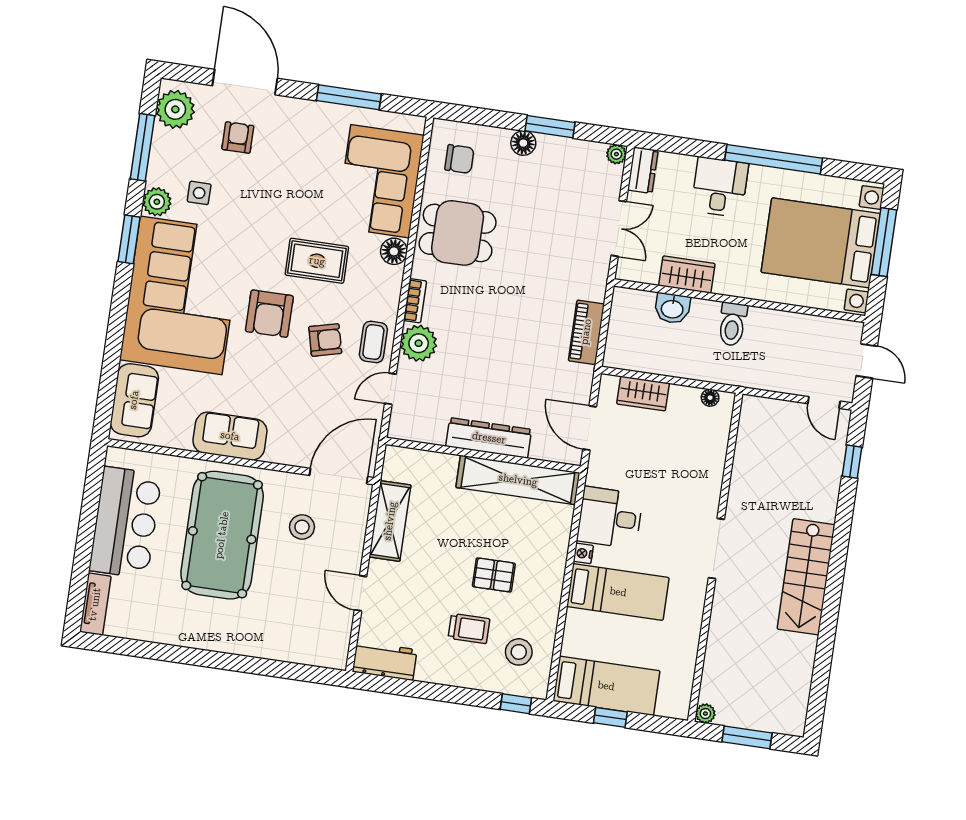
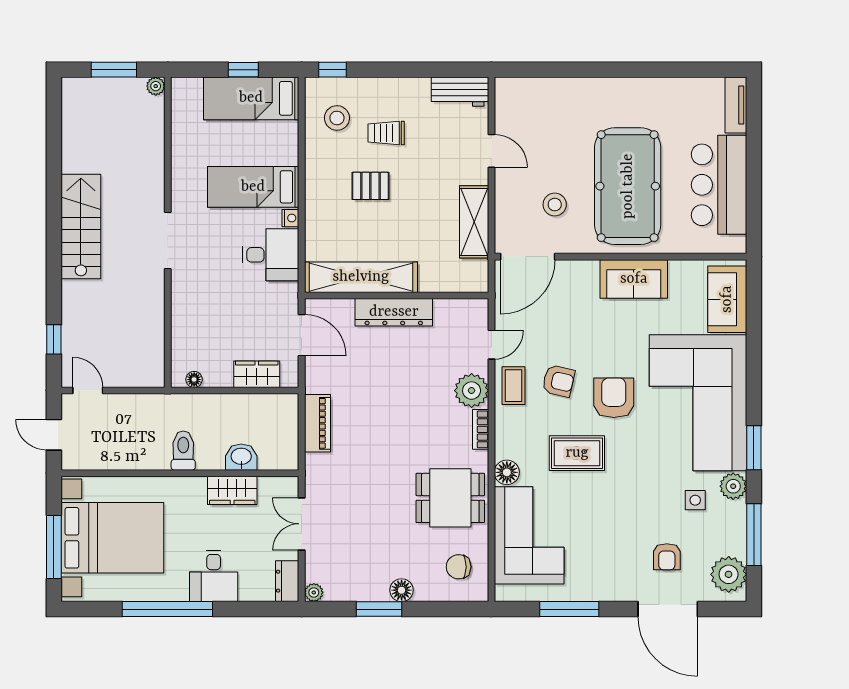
armchair: (325, 340) -> (558, 381), turned -153

